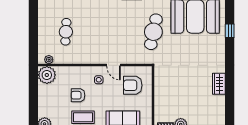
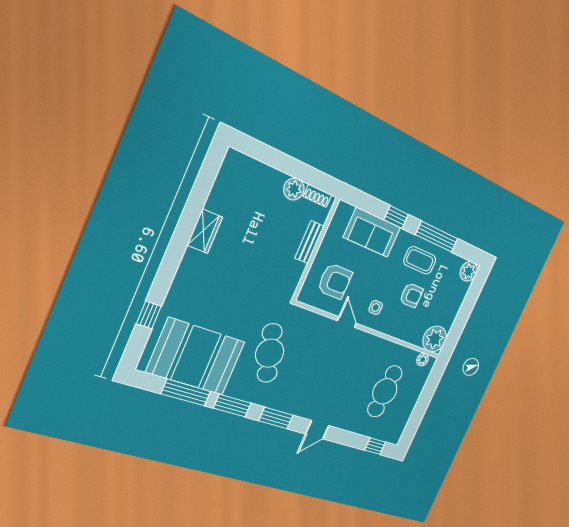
cafe table: (66, 32) -> (385, 391), width x1.37, depth x1.35
cafe table: (153, 32) -> (270, 353), turned -30
bench: (159, 101) -> (309, 242), added

